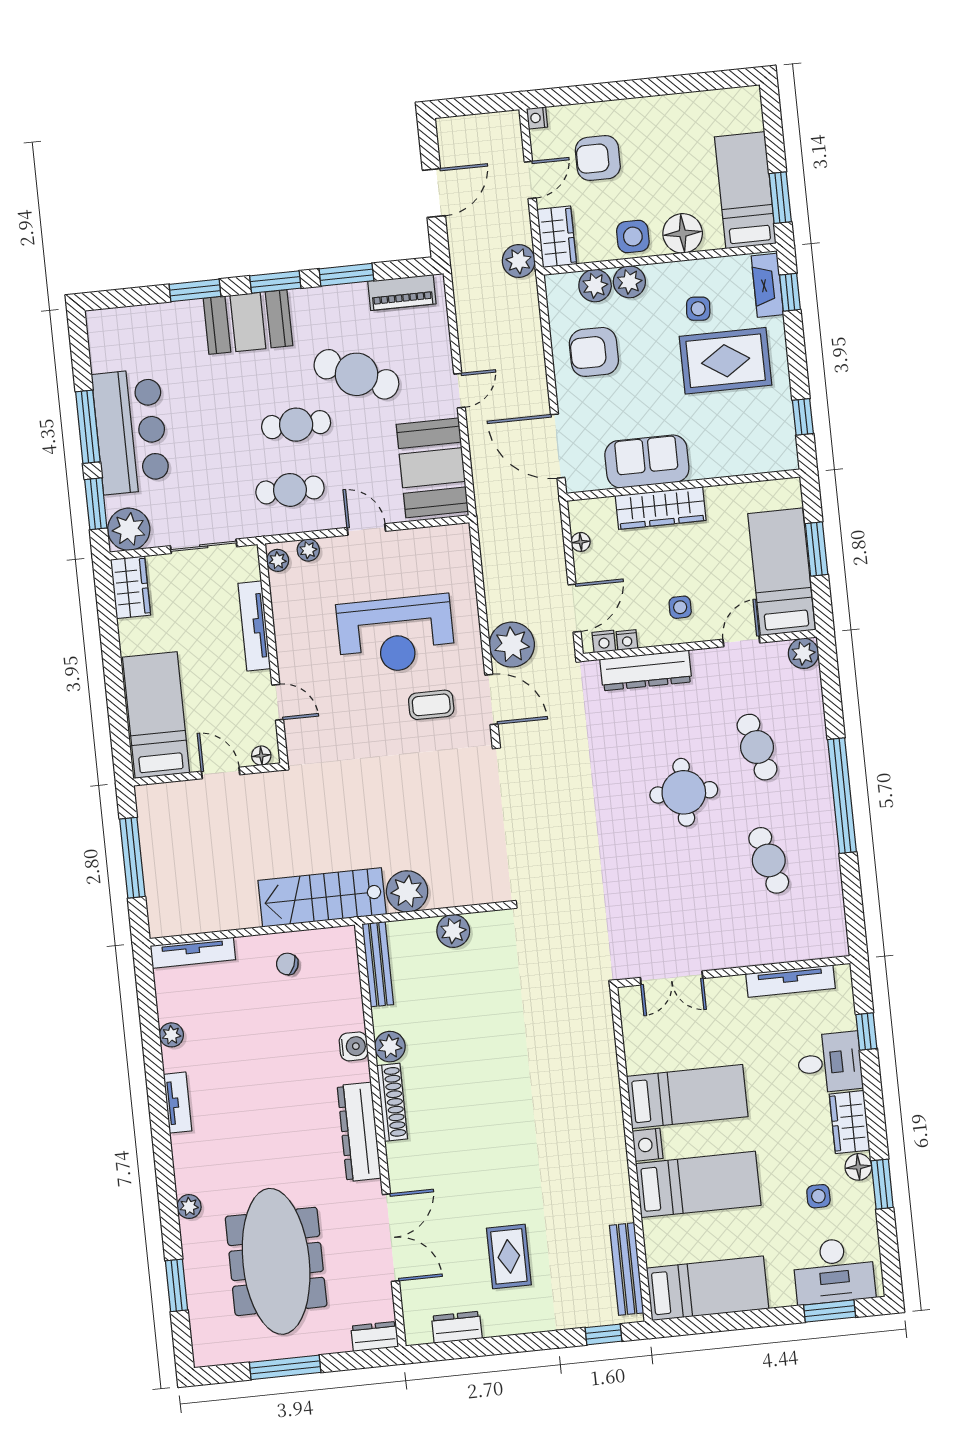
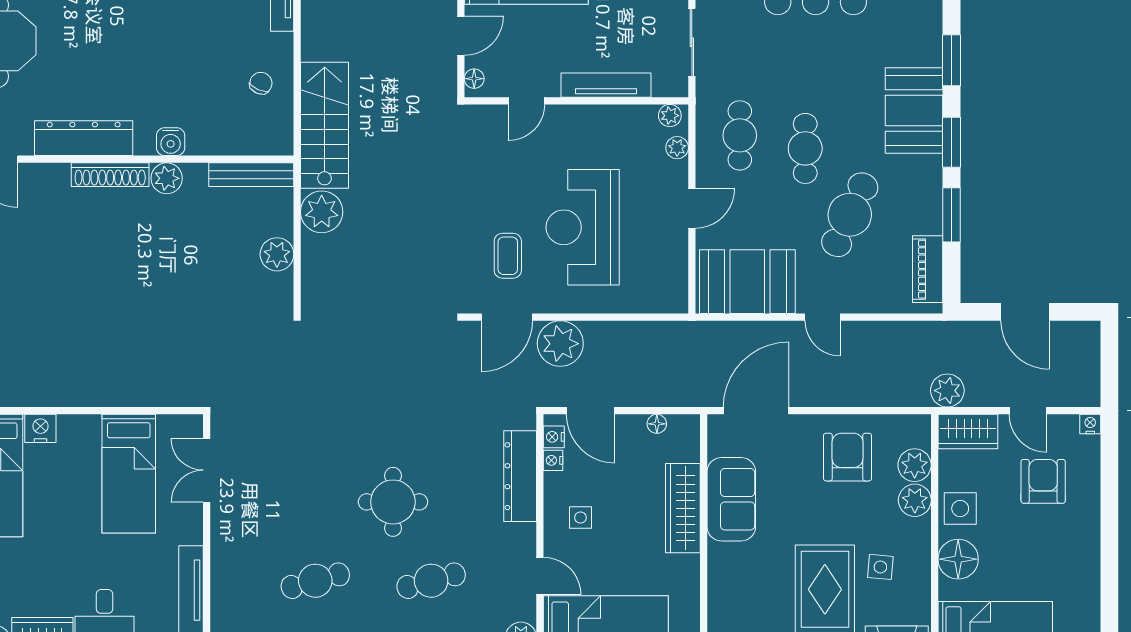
bed: (687, 1097) -> (129, 474), moved

